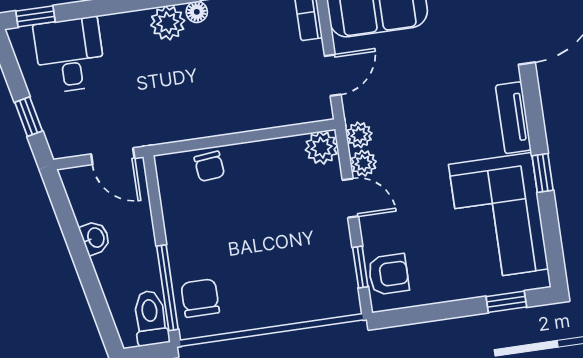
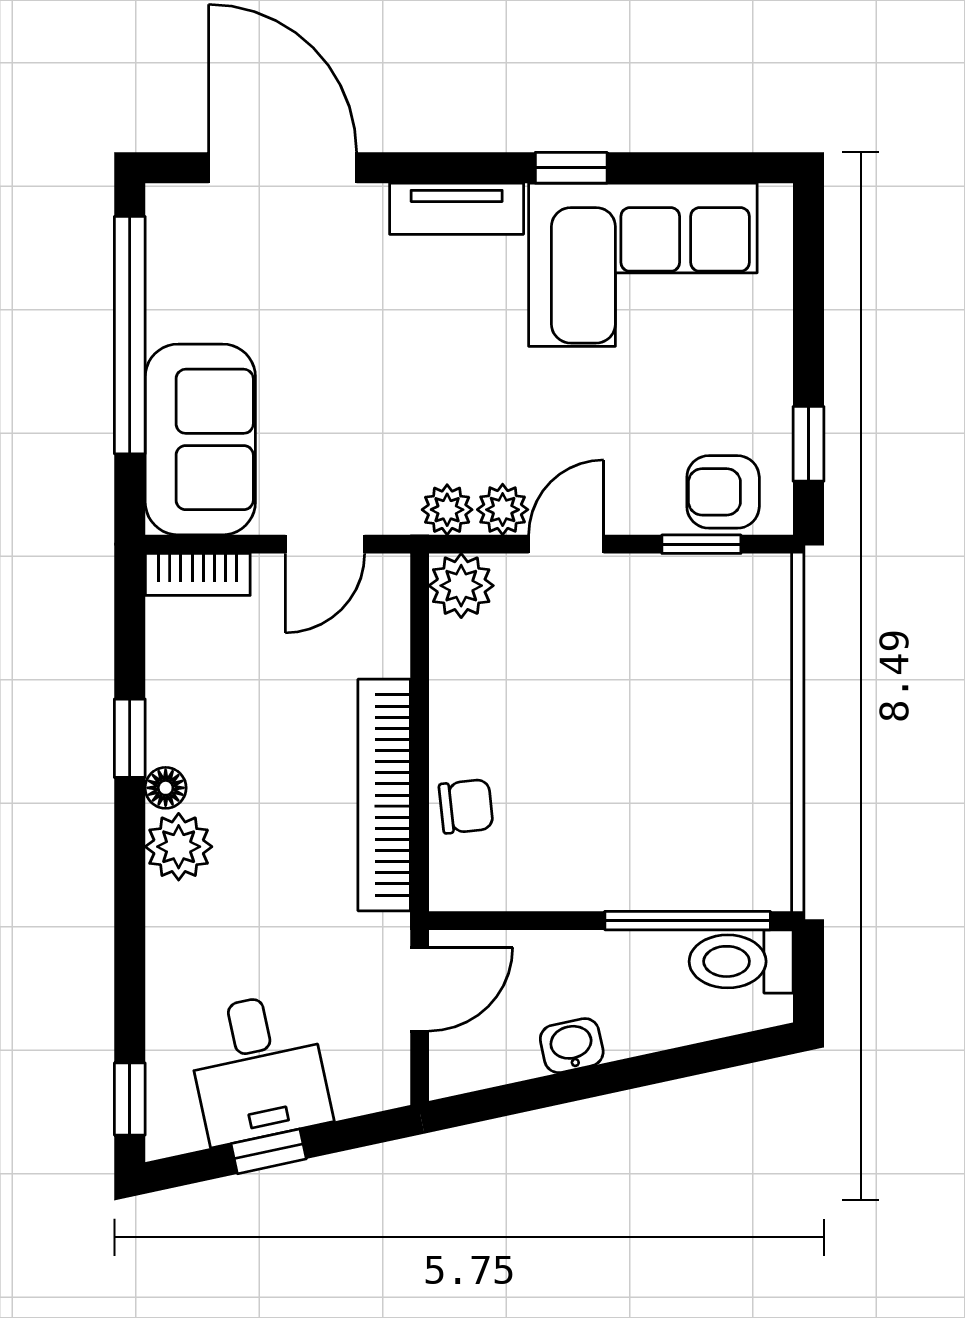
desk: (70, 55) -> (258, 1068), moved, turned -102
door: (333, 75) -> (325, 544), swing flipped
window: (29, 117) -> (269, 1151), moved
bookcase: (209, 124) -> (384, 795), added
armchair: (389, 274) -> (723, 492), turned -90
chair: (200, 298) -> (717, 861), removed
window: (506, 302) -> (809, 444), moved

